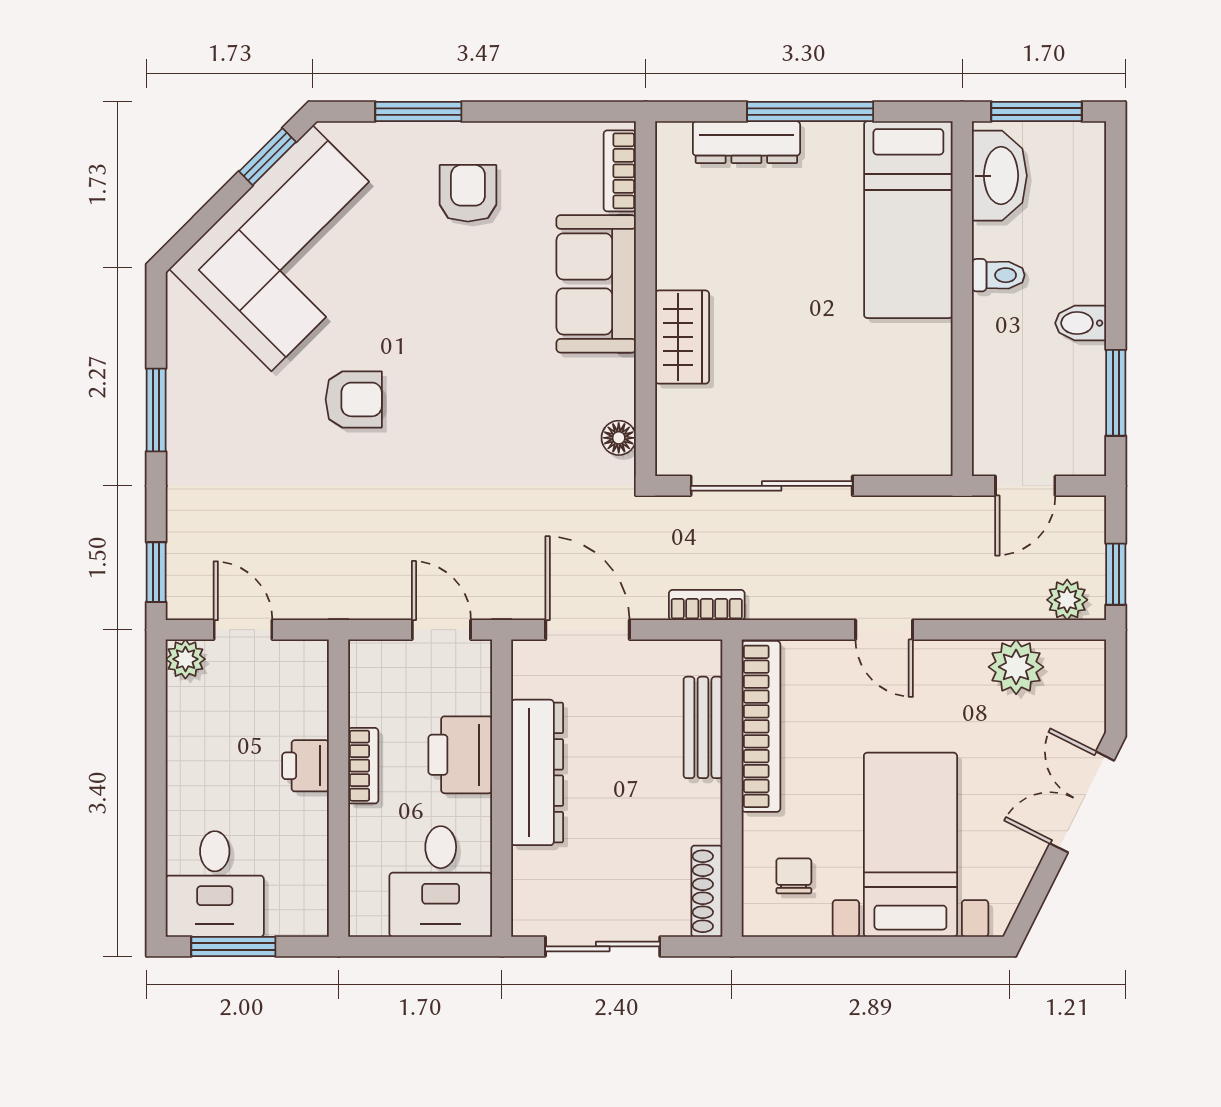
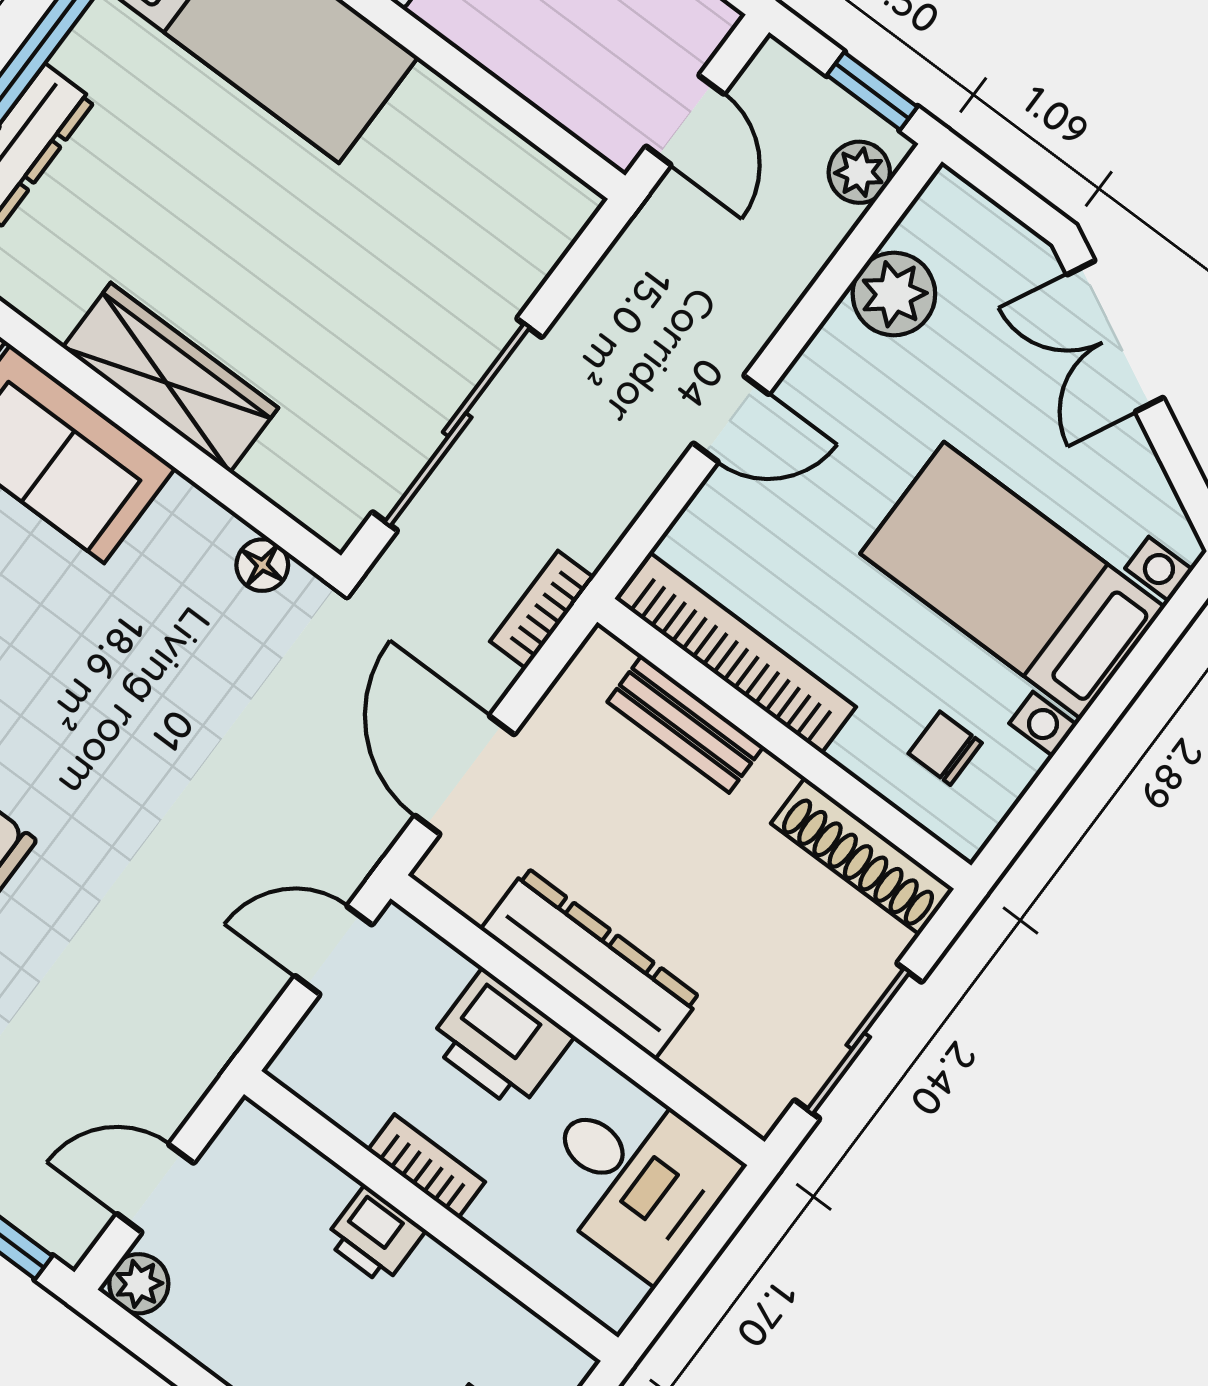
wardrobe: (682, 337) -> (170, 378), width x1.50
door: (587, 630) -> (465, 775), hinge flipped
shoe rack: (707, 891) -> (862, 856), width x1.36, depth x1.24

